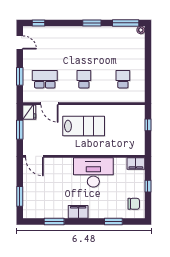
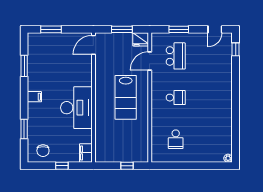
window: (92, 23) -> (236, 106), removed
window: (126, 23) -> (236, 142), removed
school desk: (123, 79) -> (176, 139), turned 90
filing cabinet: (78, 212) -> (34, 97), width x0.50

